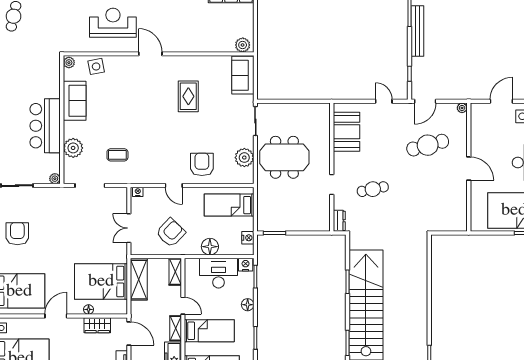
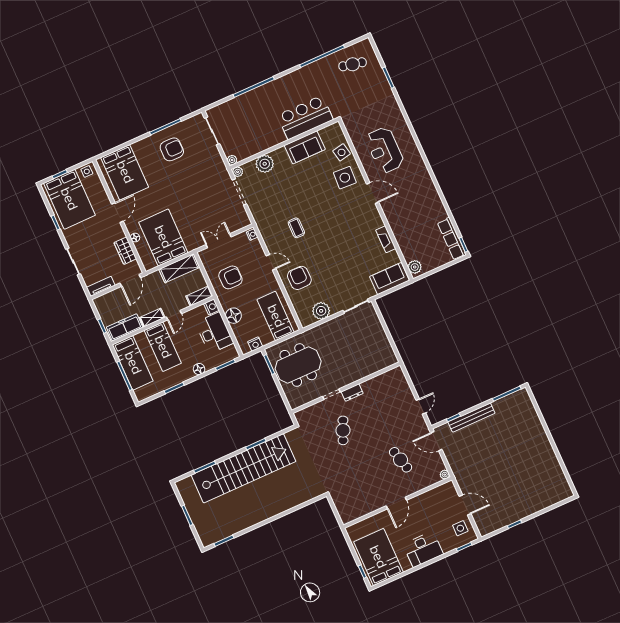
reception desk: (113, 23) -> (385, 150), turned 180
bench: (417, 31) -> (471, 418), moved
door: (150, 54) -> (373, 193), hinge flipped
fireplace: (202, 61) -> (386, 239), added
plant: (69, 63) -> (238, 172), moved
side table: (123, 75) -> (345, 178), added
rug: (188, 96) -> (351, 241), removed
bar counter: (45, 126) -> (305, 117), moved
booth: (347, 132) -> (381, 387), removed
cafe table: (428, 145) -> (401, 460), width x0.73, depth x0.74
coffee table: (117, 155) -> (296, 228), moved
meeting table: (284, 157) -> (298, 365), moved, turned 90
armchair: (202, 164) -> (299, 278), turned -90
door: (174, 186) -> (271, 262), swing flipped
cafe table: (373, 189) -> (343, 430), turned 36
dresser: (339, 221) -> (352, 392), moved
armchair: (171, 233) -> (230, 277), turned -44
nightstand: (246, 265) -> (211, 307), moved
door: (56, 316) -> (117, 213), hinge flipped

